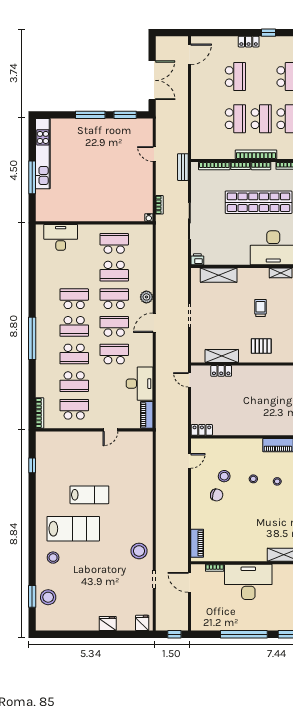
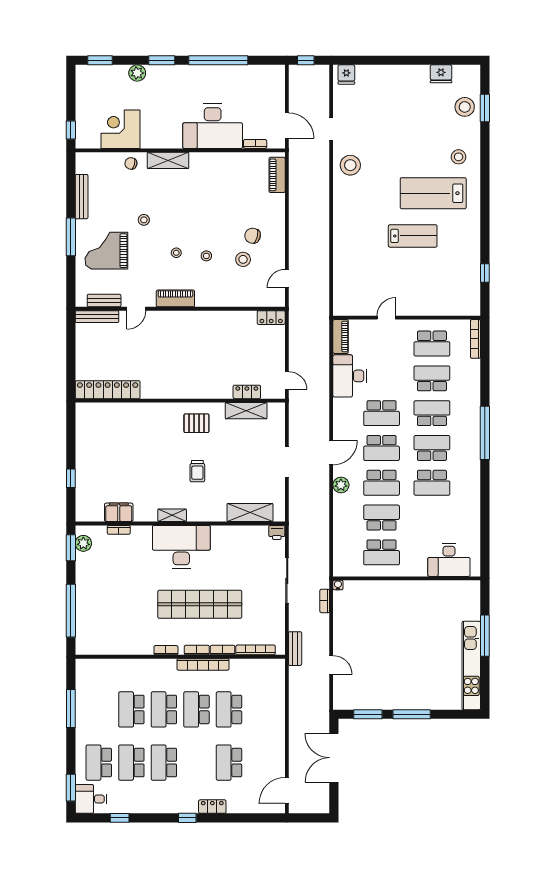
lab bench: (89, 495) -> (413, 236), turned 180
fridge: (108, 623) -> (441, 74), moved

